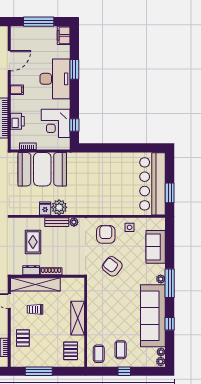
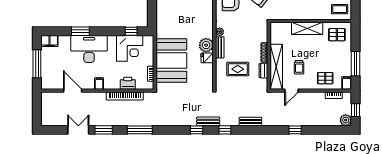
filing cabinet: (18, 361) -> (347, 83), added

